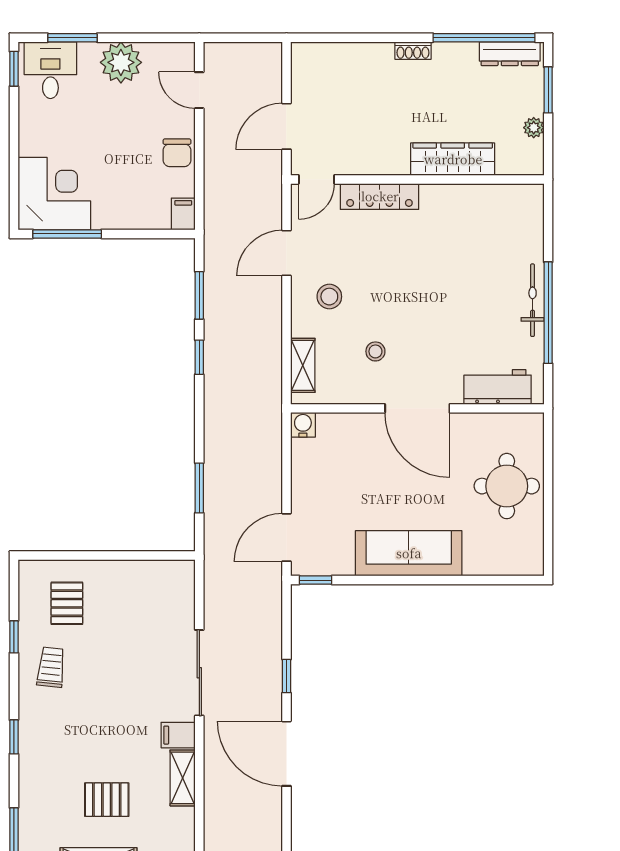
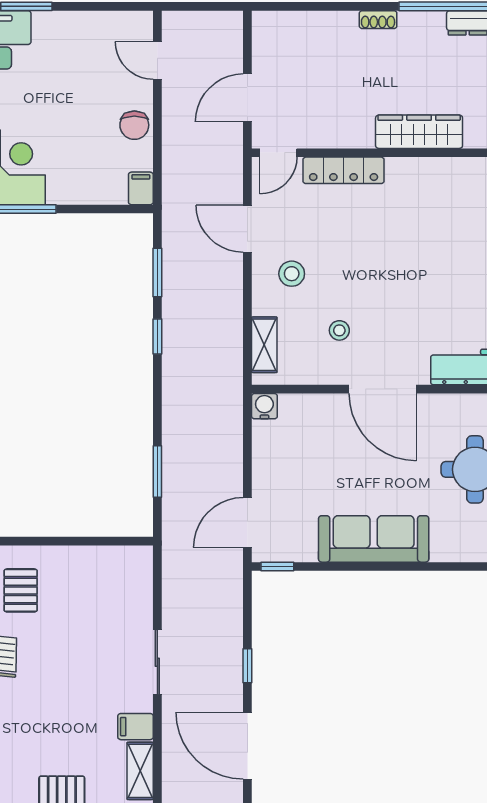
plant: (121, 62) -> (76, 32), removed
door: (286, 253) -> (247, 229), hinge flipped
sliding door: (199, 673) -> (157, 662), width x0.73

